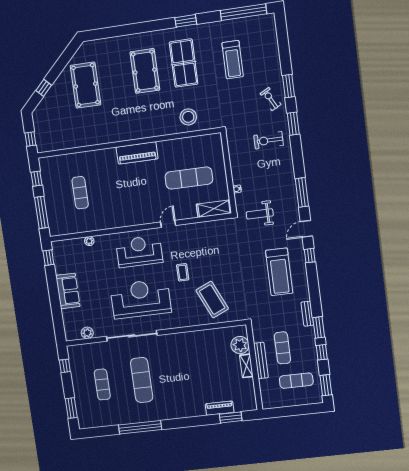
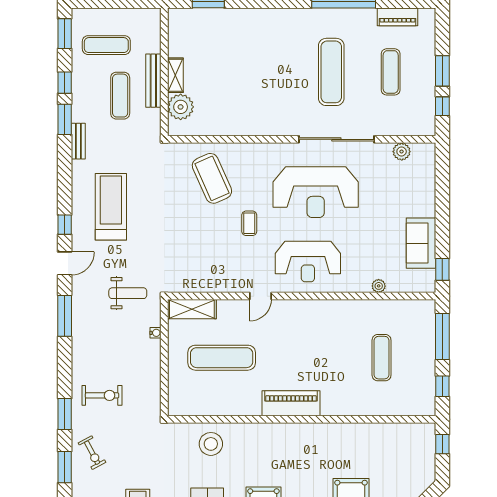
sofa: (68, 291) -> (421, 243), moved
window: (71, 408) -> (442, 71), moved
piano: (220, 408) -> (397, 17), moved

